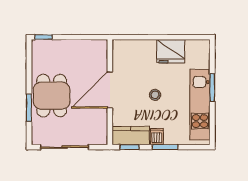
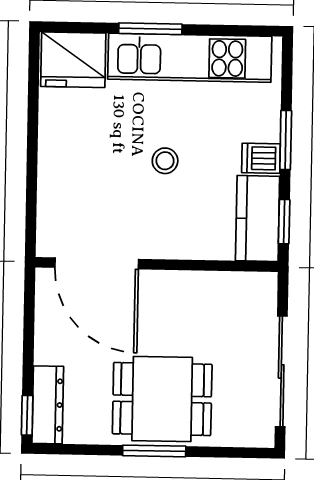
dresser: (48, 46) -> (48, 405), added
fridge: (171, 51) -> (73, 60), moved, turned 90
door: (110, 90) -> (97, 263), moved
window: (29, 108) -> (154, 451), moved

